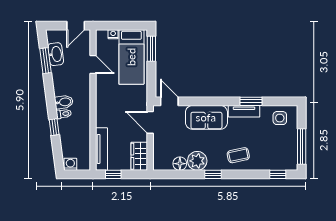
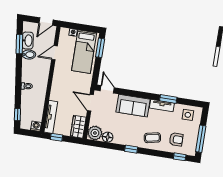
door: (93, 64) -> (54, 53), swing flipped
bidet: (64, 102) -> (29, 55), moved
window: (54, 127) -> (17, 115), moved
armchair: (270, 152) -> (176, 139), added
plant: (197, 161) -> (95, 133), moved
washing machine: (70, 164) -> (36, 126), moved

